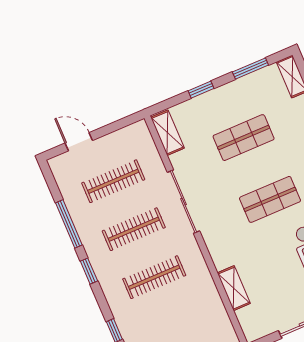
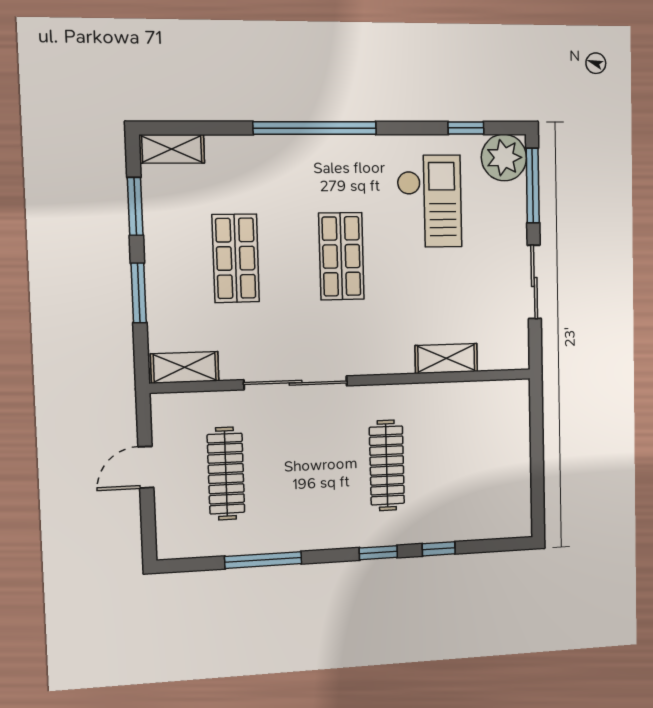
window: (201, 90) -> (139, 293), width x1.50
door: (79, 142) -> (146, 467), moved
clothes rail: (134, 229) -> (307, 469), removed
window: (89, 271) -> (378, 553), moved

